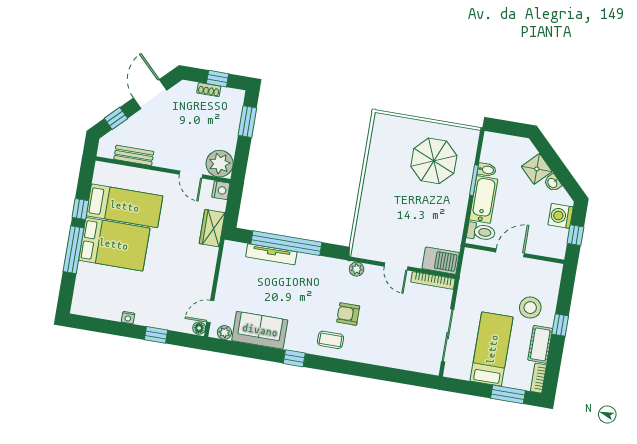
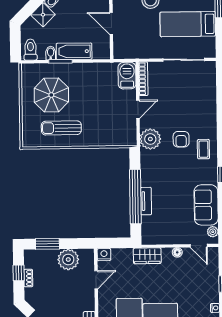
plant: (220, 164) -> (68, 259), moved
sun lounger: (390, 166) -> (61, 128), added
wardrobe: (212, 228) -> (147, 256), moved
toilet: (481, 232) -> (30, 50), moved
tv unit: (271, 254) -> (146, 201), width x0.71
plant: (357, 269) -> (150, 139), width x1.87, depth x1.87
floor lamp: (199, 328) -> (177, 252), moved

